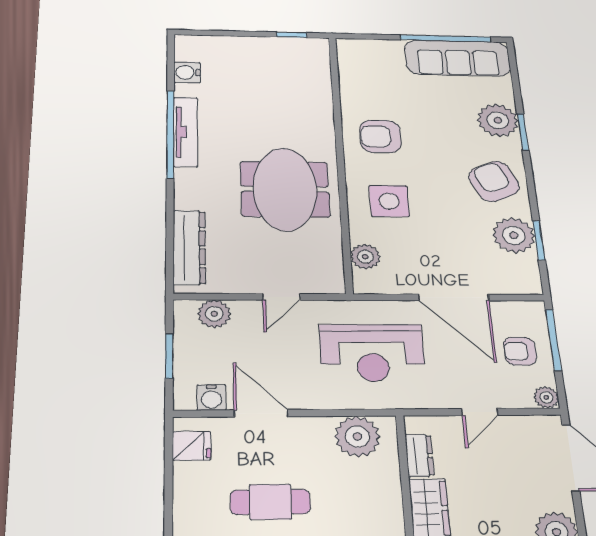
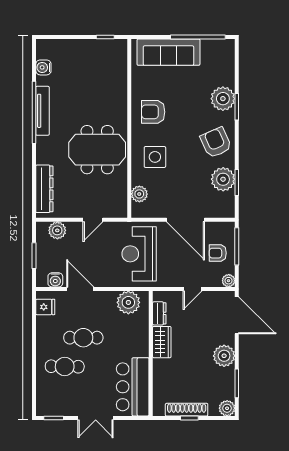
sofa: (458, 58) -> (168, 52), moved
meeting table: (285, 189) -> (97, 150), turned 90
reception desk: (372, 353) -> (139, 254), turned 90

